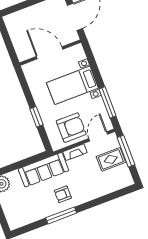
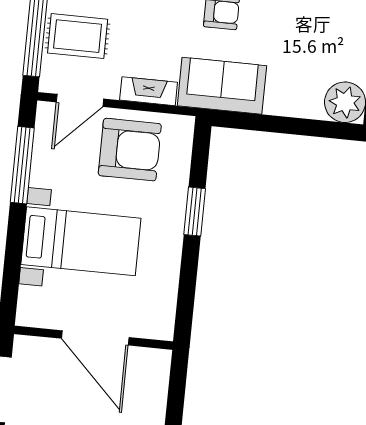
armchair: (71, 128) -> (130, 150), turned 180
sofa: (43, 170) -> (222, 86), width x0.73

